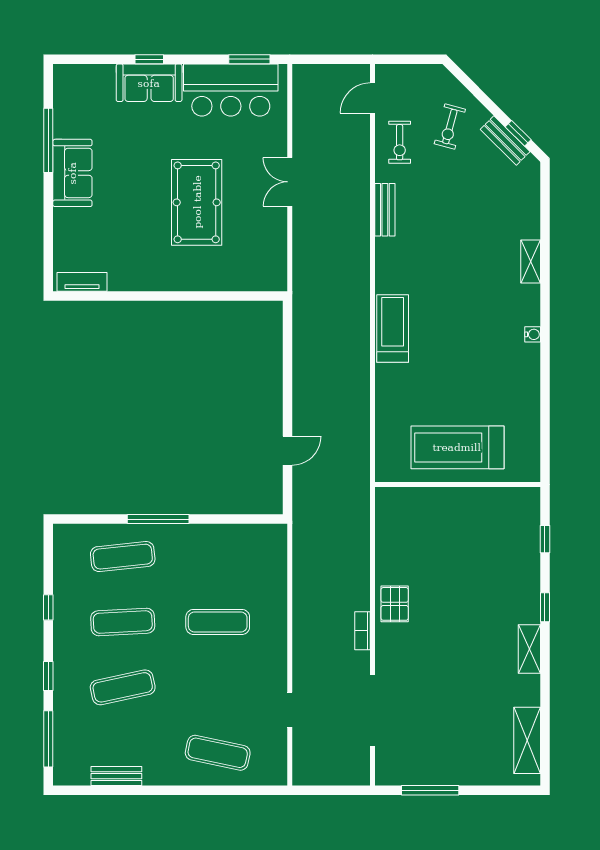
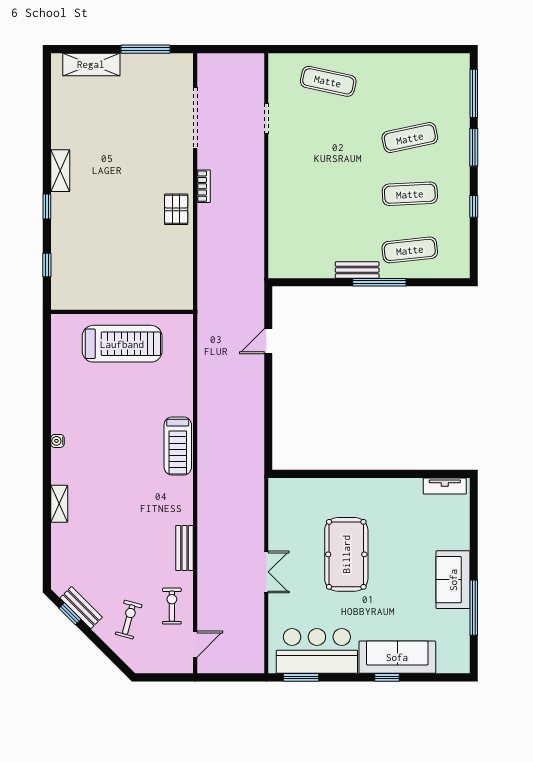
sofa: (149, 83) -> (397, 657), width x1.36
exercise mat: (218, 622) -> (328, 194), removed
window: (48, 676) -> (474, 147), width x1.50
shelving: (527, 740) -> (91, 64), moved, turned 90
bench: (116, 776) -> (357, 270), moved

